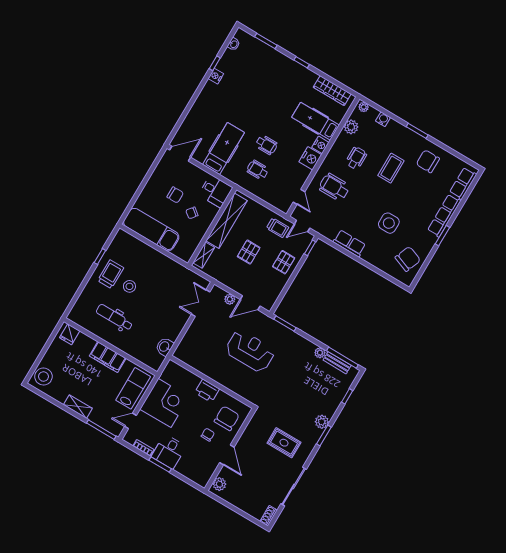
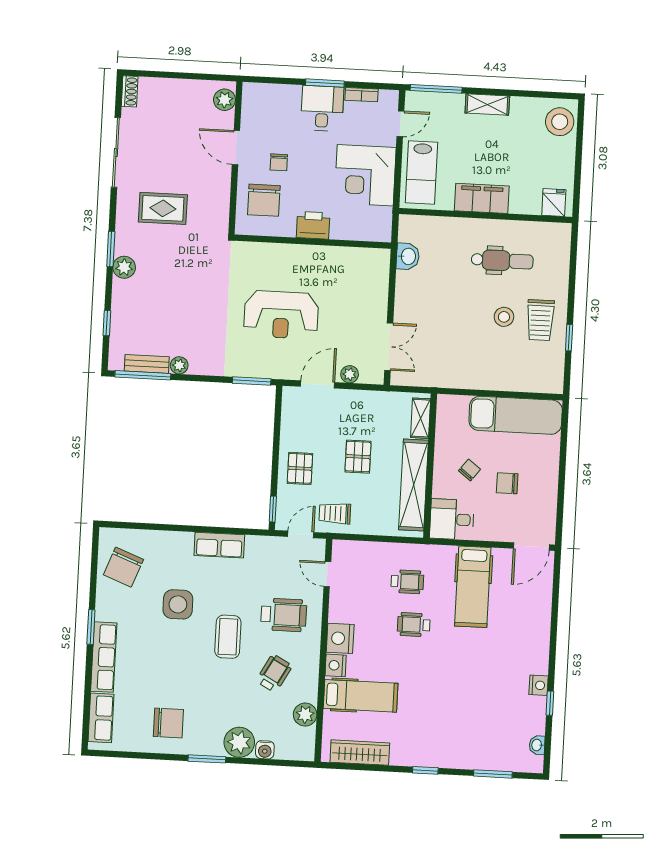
plant: (364, 107) -> (239, 742), moved, width x1.87, depth x1.87
wheelchair: (356, 158) -> (274, 673), turned -151
coffee table: (391, 168) -> (228, 637), moved

